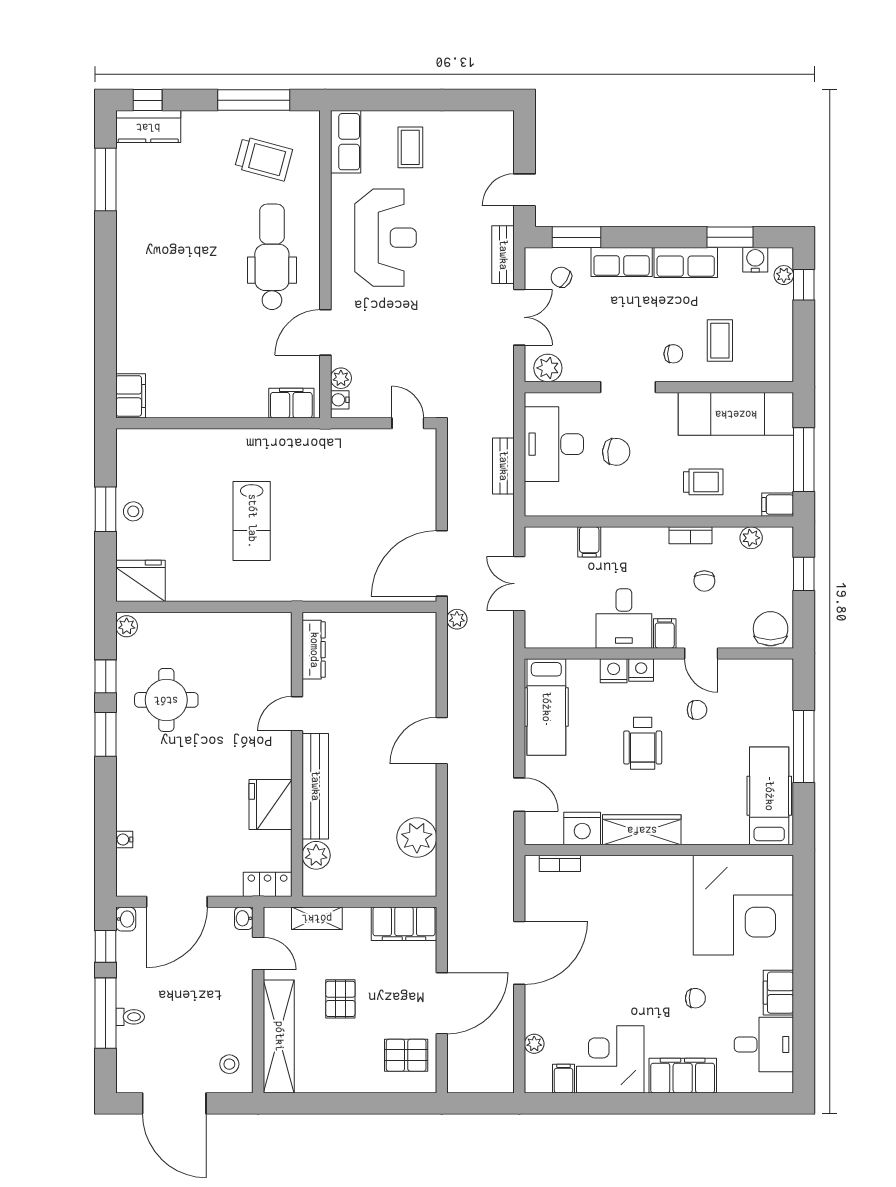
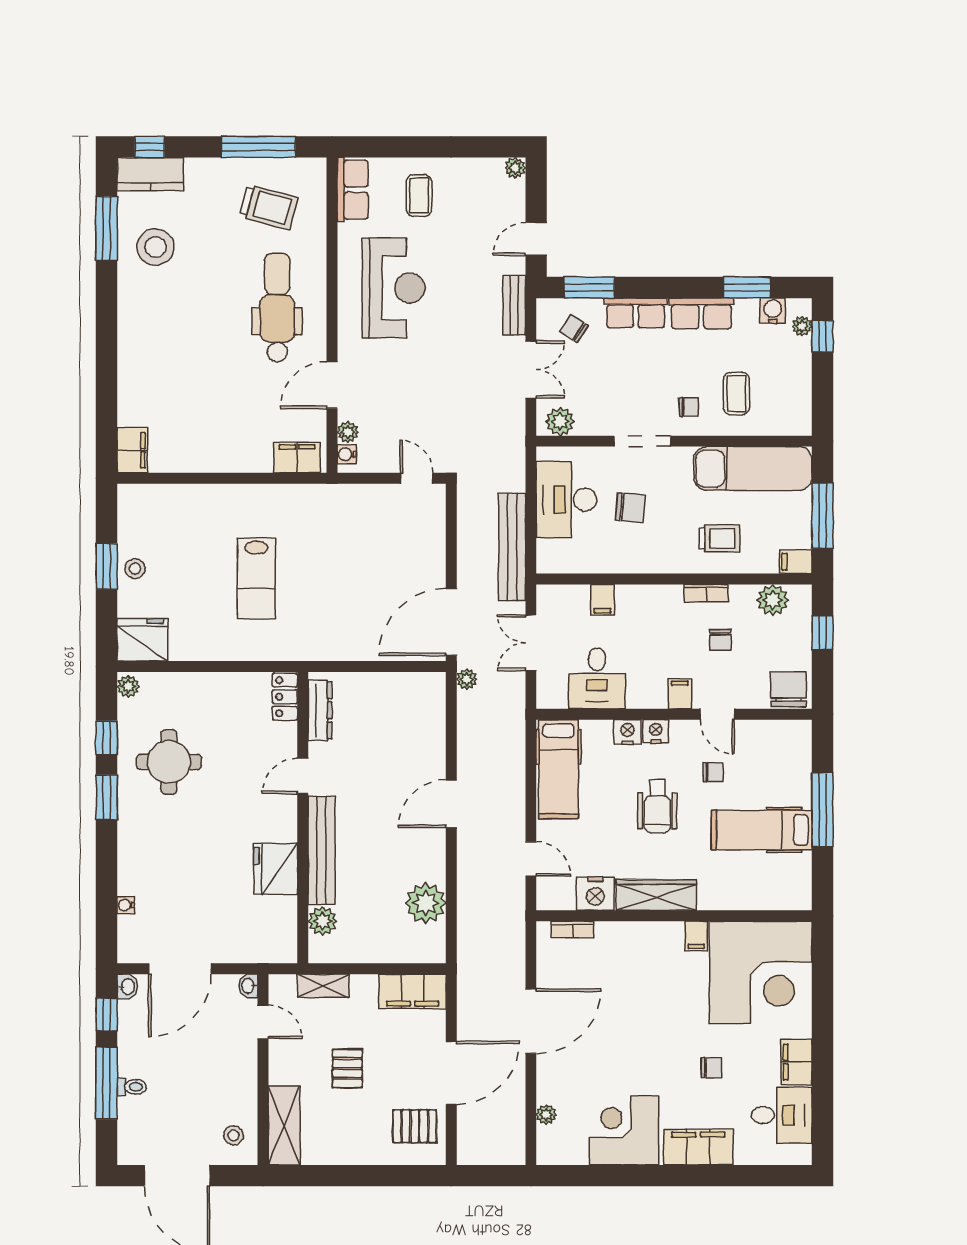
plant: (504, 120) -> (515, 168), added
stool: (153, 198) -> (156, 247), added
bench: (503, 466) -> (512, 547), width x1.86, depth x1.21
plant: (751, 538) -> (773, 600), width x1.38, depth x1.38
desk: (624, 618) -> (597, 678), moved
hospital bed: (769, 796) -> (762, 830), moved, turned -90
locker: (268, 884) -> (285, 697), moved, turned -90
shelving: (279, 1036) -> (284, 1125), width x0.68
filing cabinet: (564, 1079) -> (696, 936), moved, turned 180

